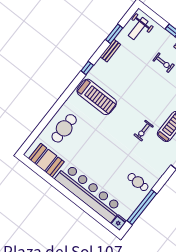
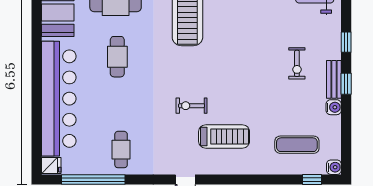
cafe table: (91, 148) -> (117, 57), added

